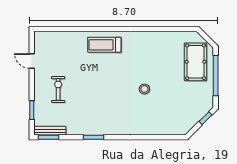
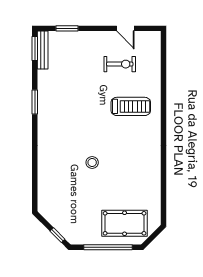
treadmill: (104, 45) -> (131, 106), moved, turned 90
door: (32, 61) -> (125, 28), swing flipped
exercise bike: (58, 89) -> (120, 64), moved

